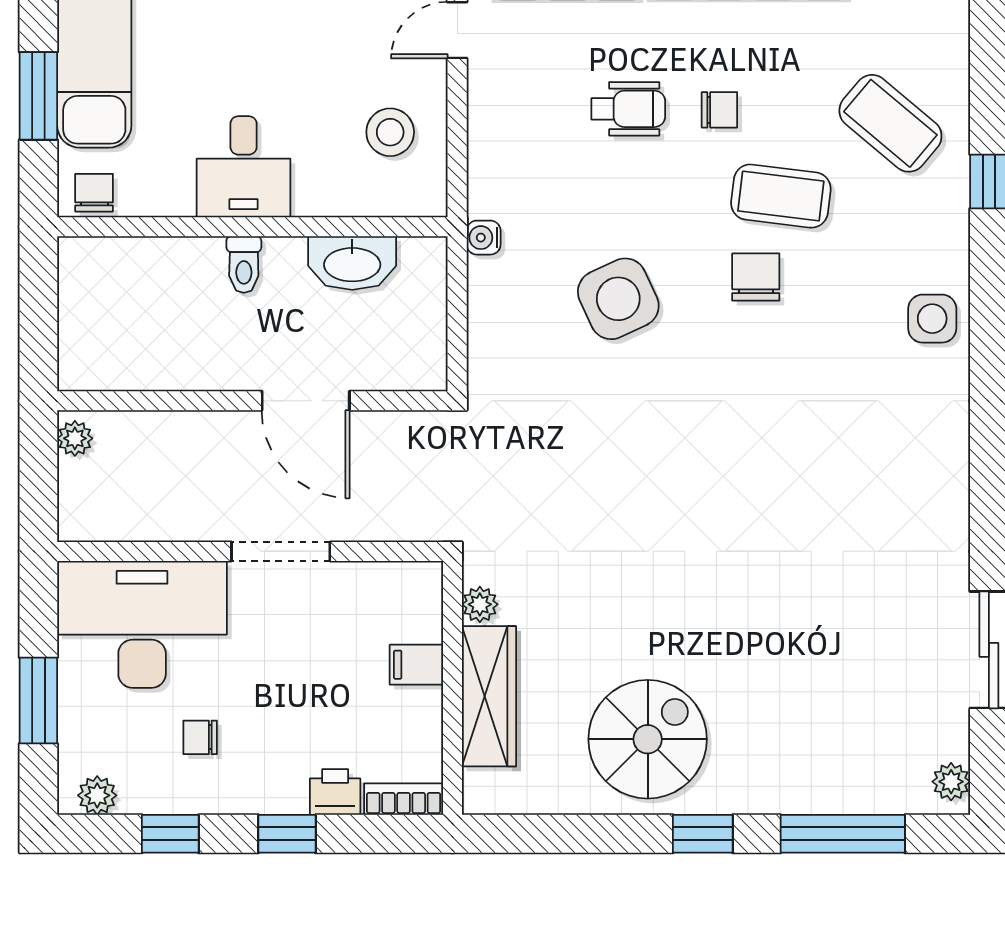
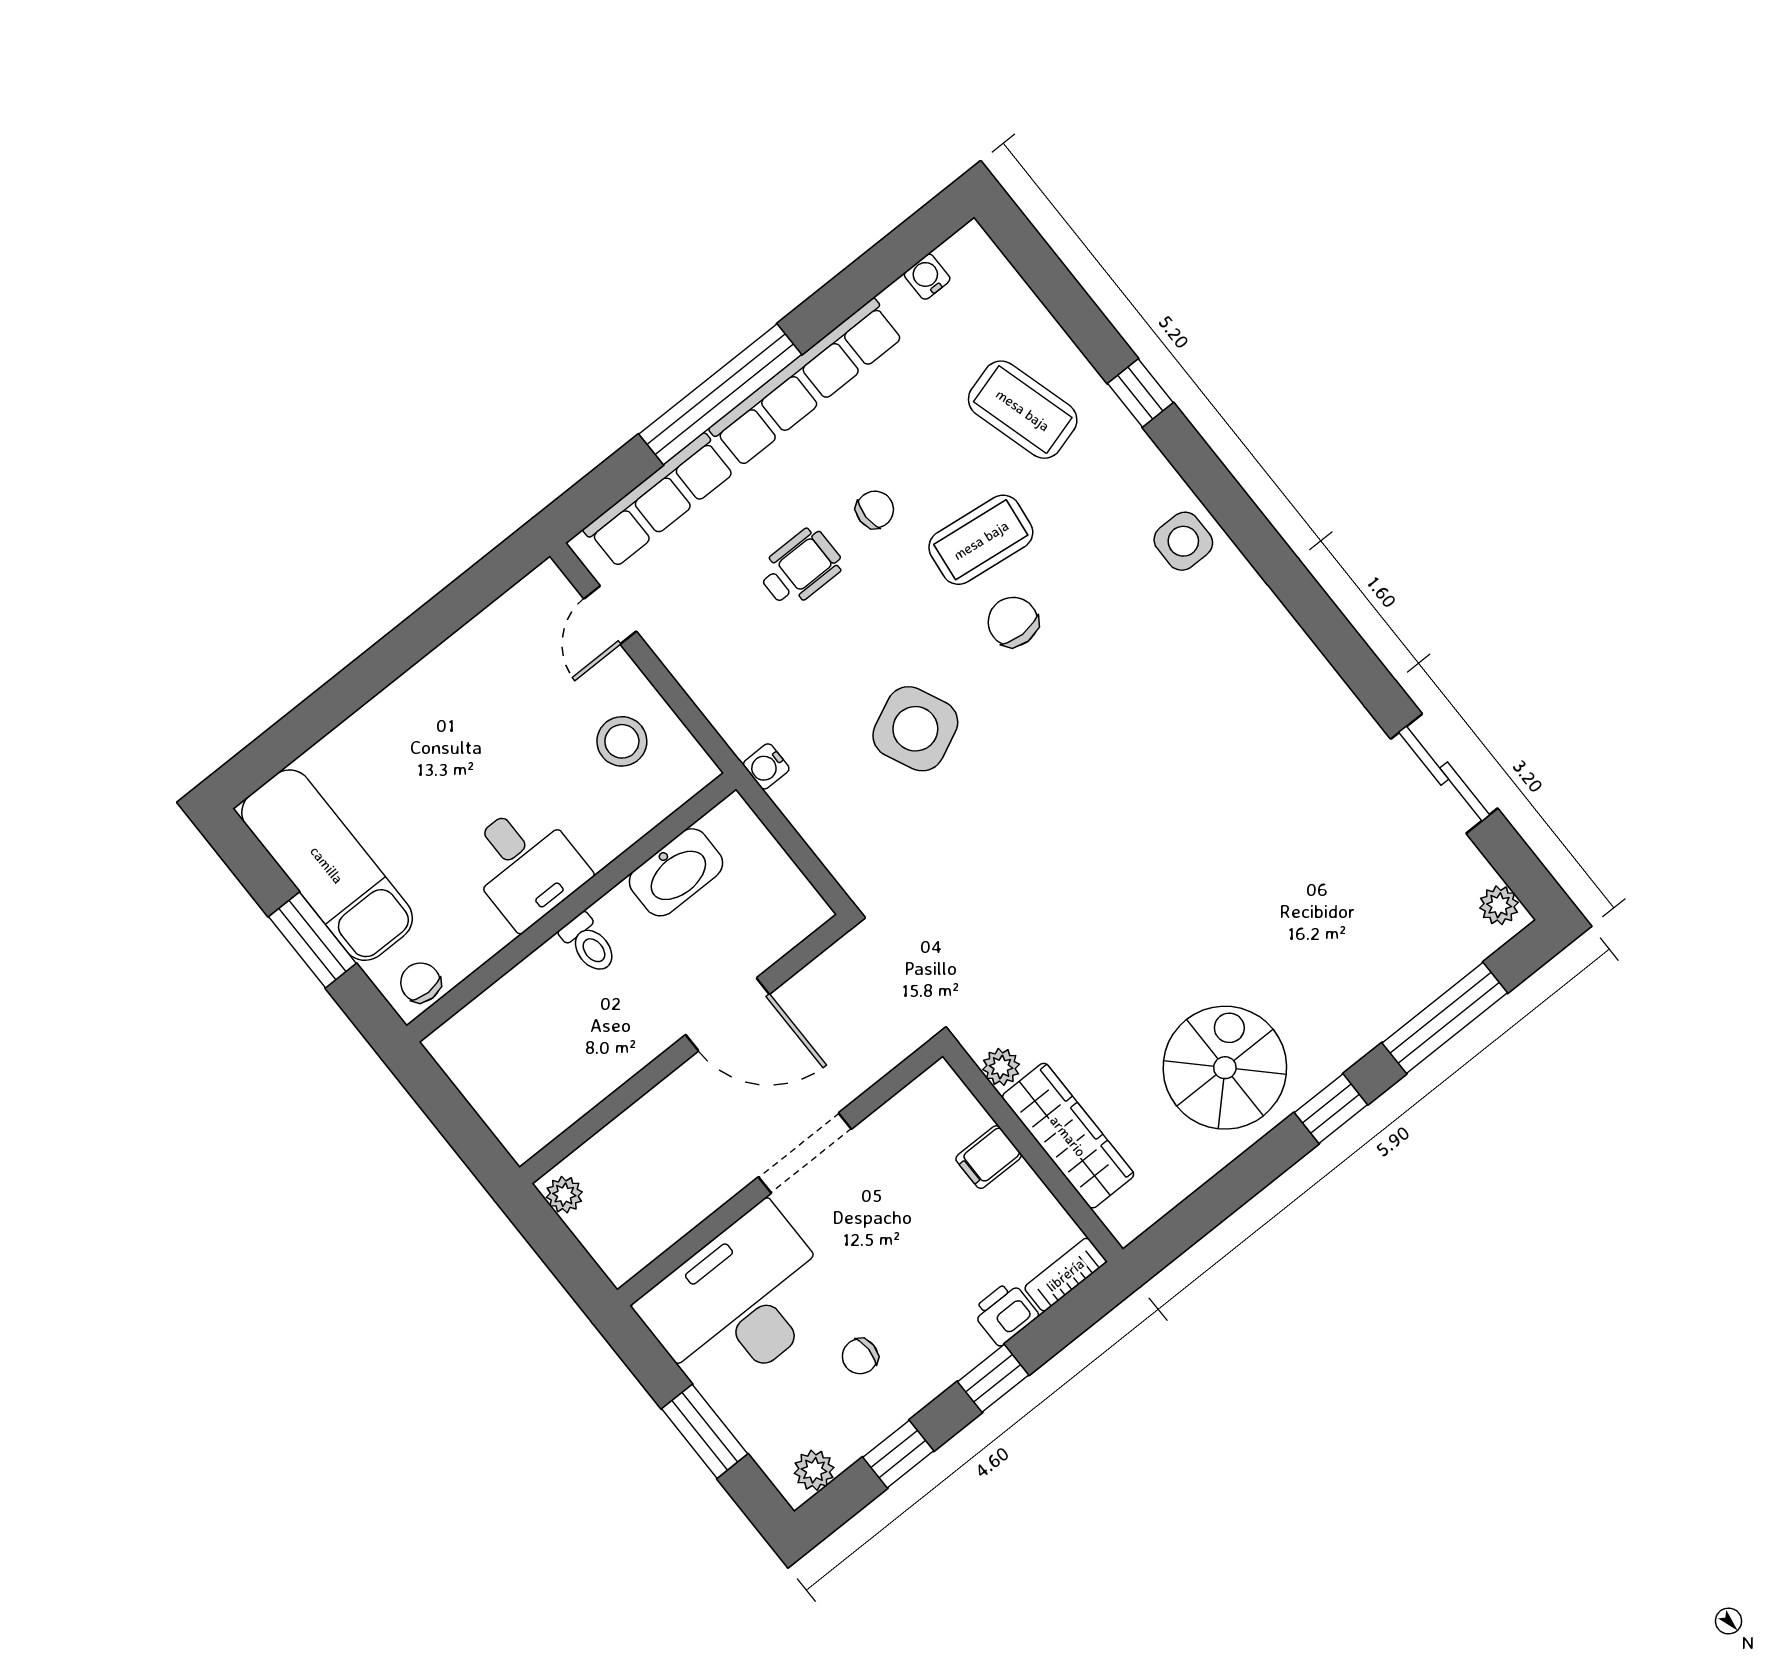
coffee table: (890, 123) -> (1023, 410), turned 34

